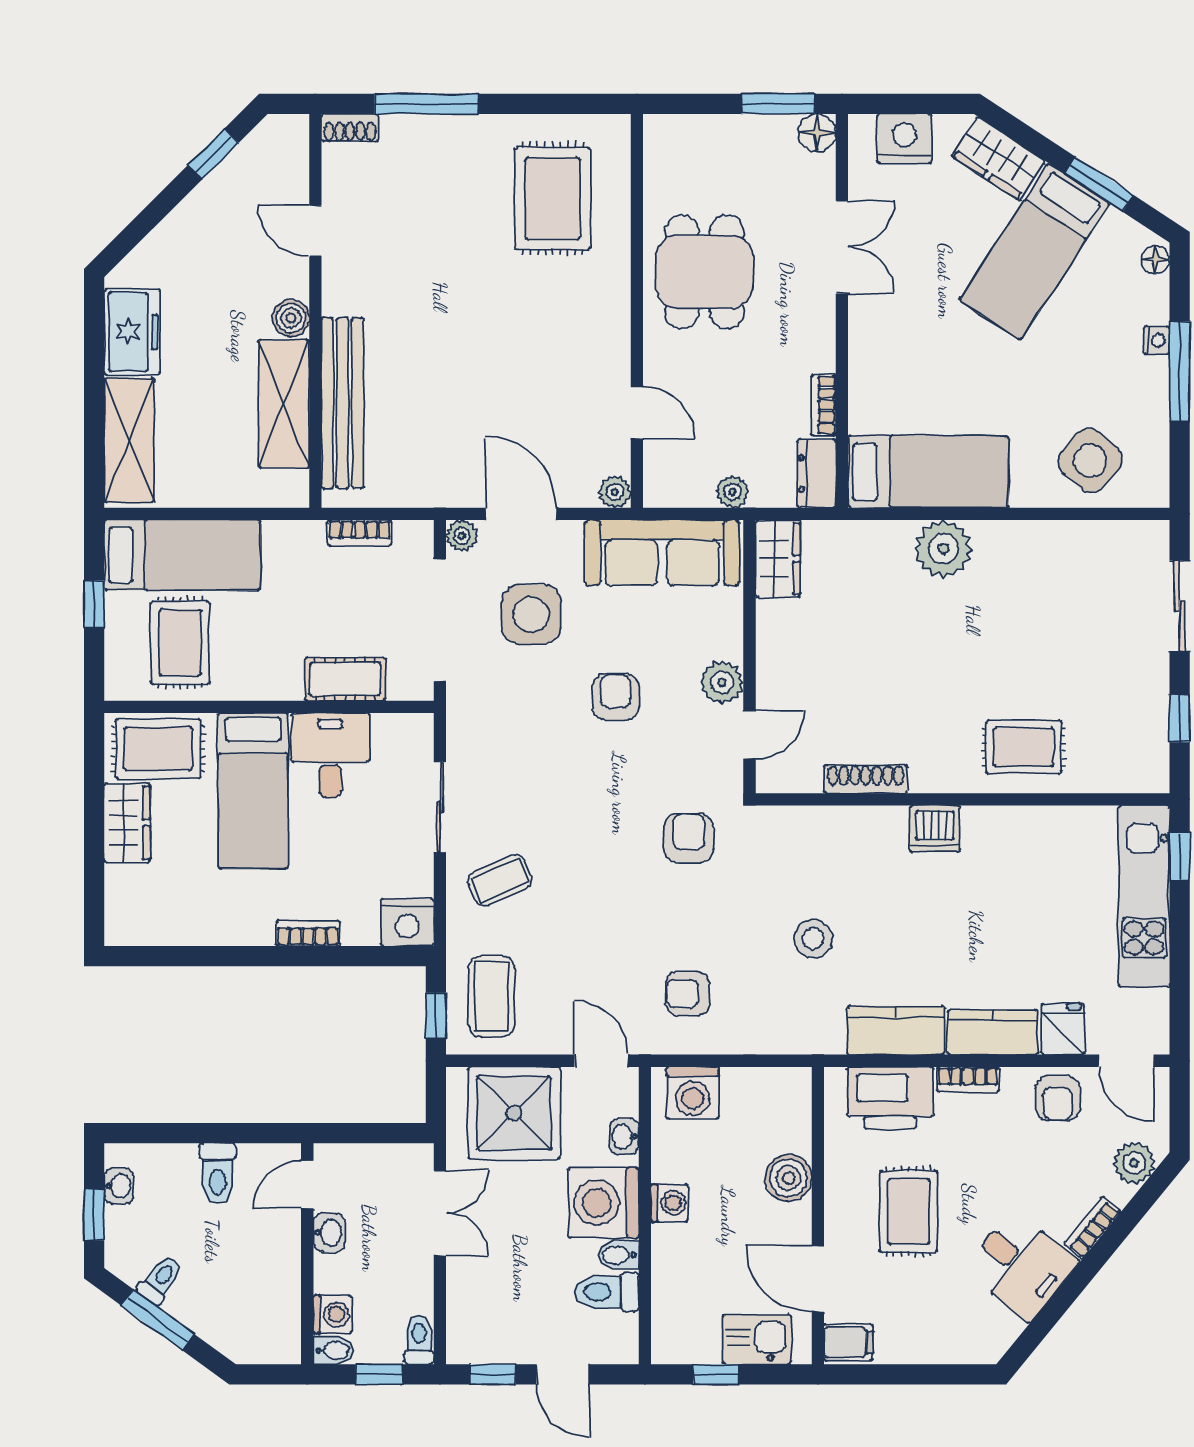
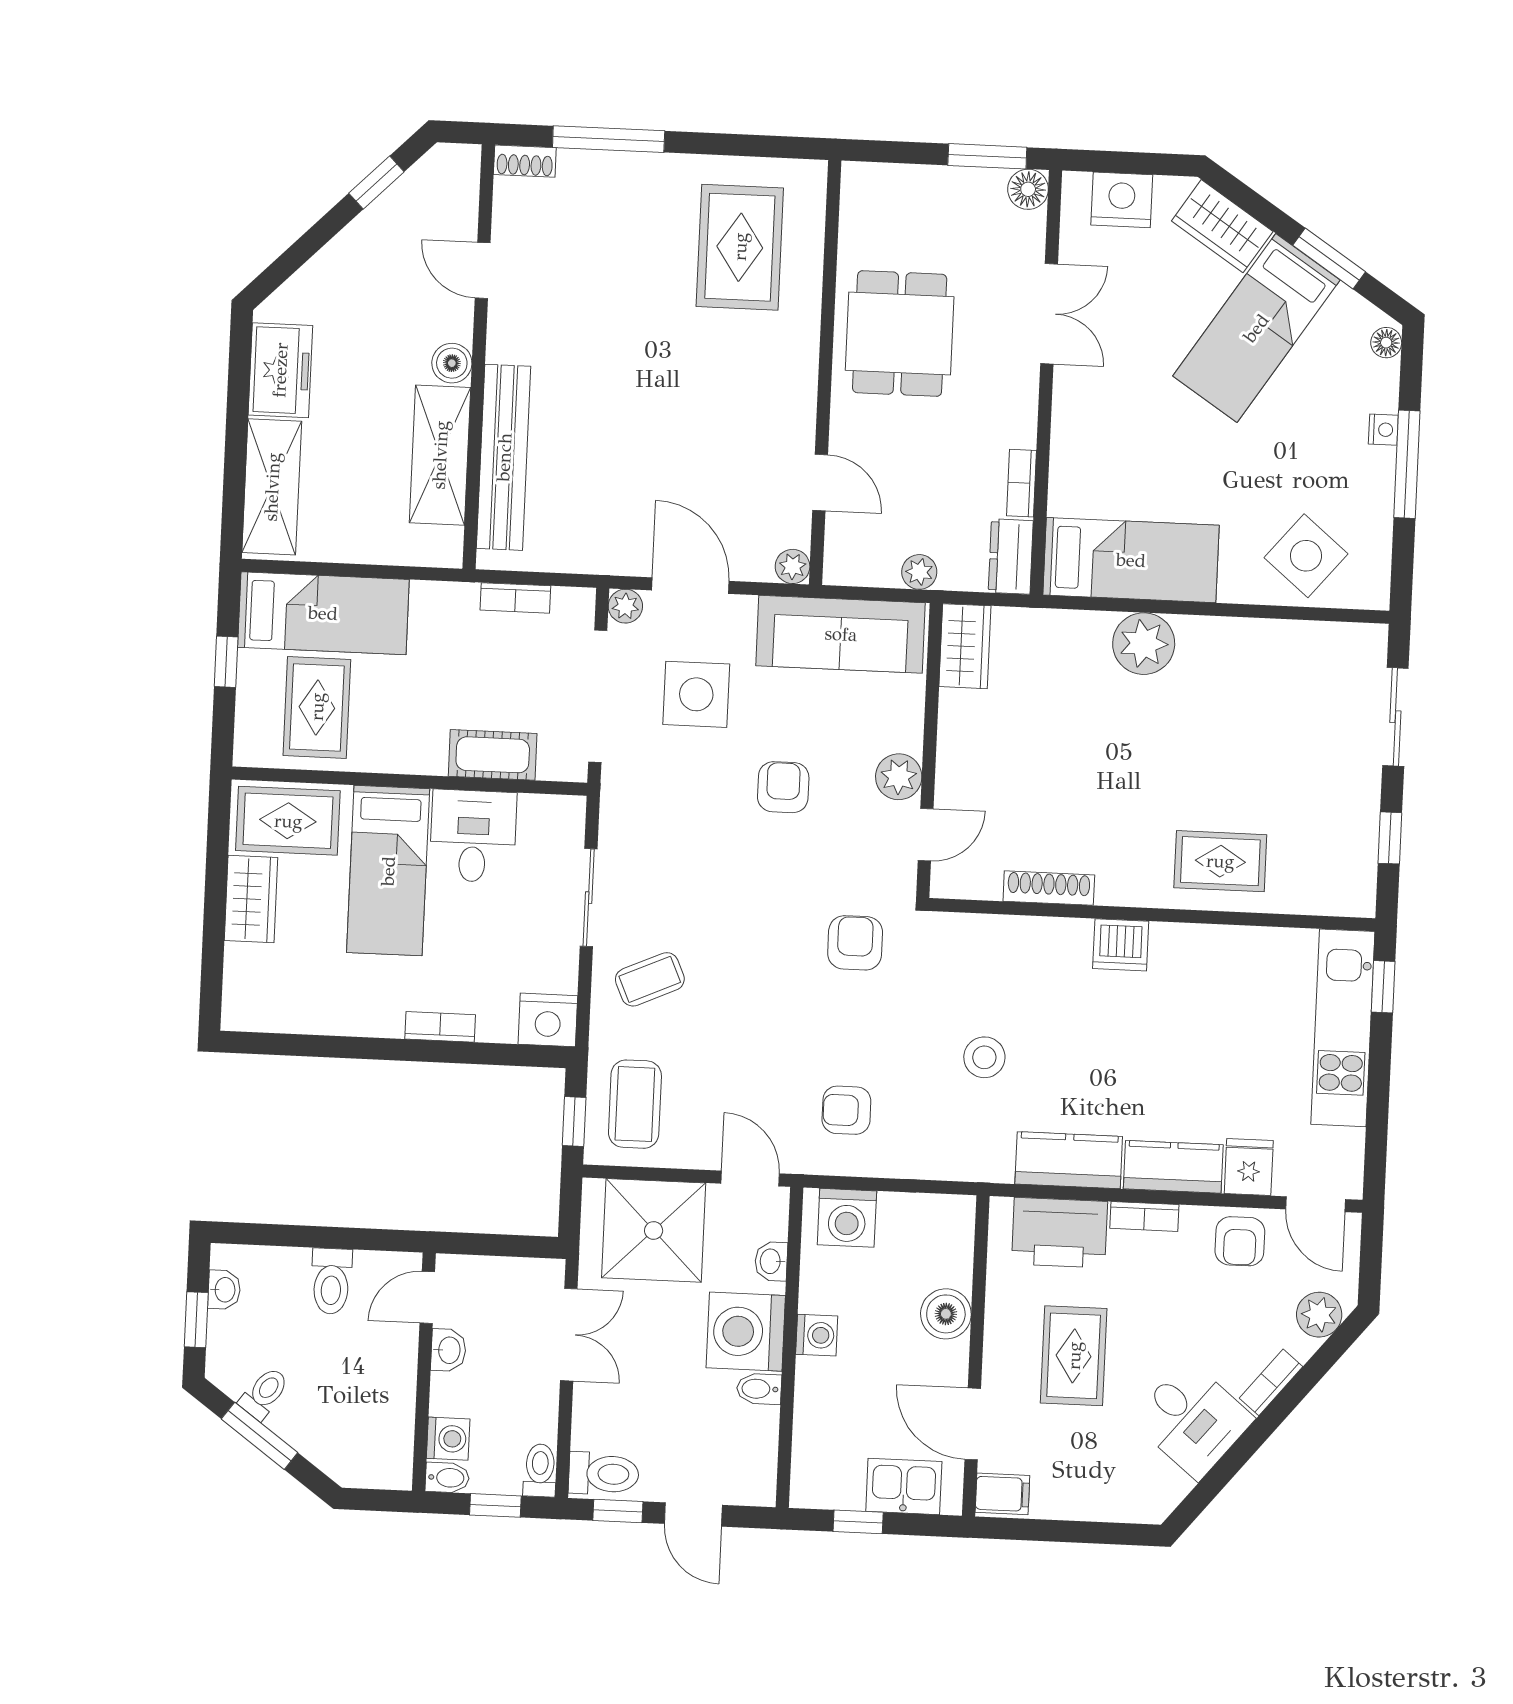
toilet: (607, 1292) -> (604, 1474), moved, turned 180

